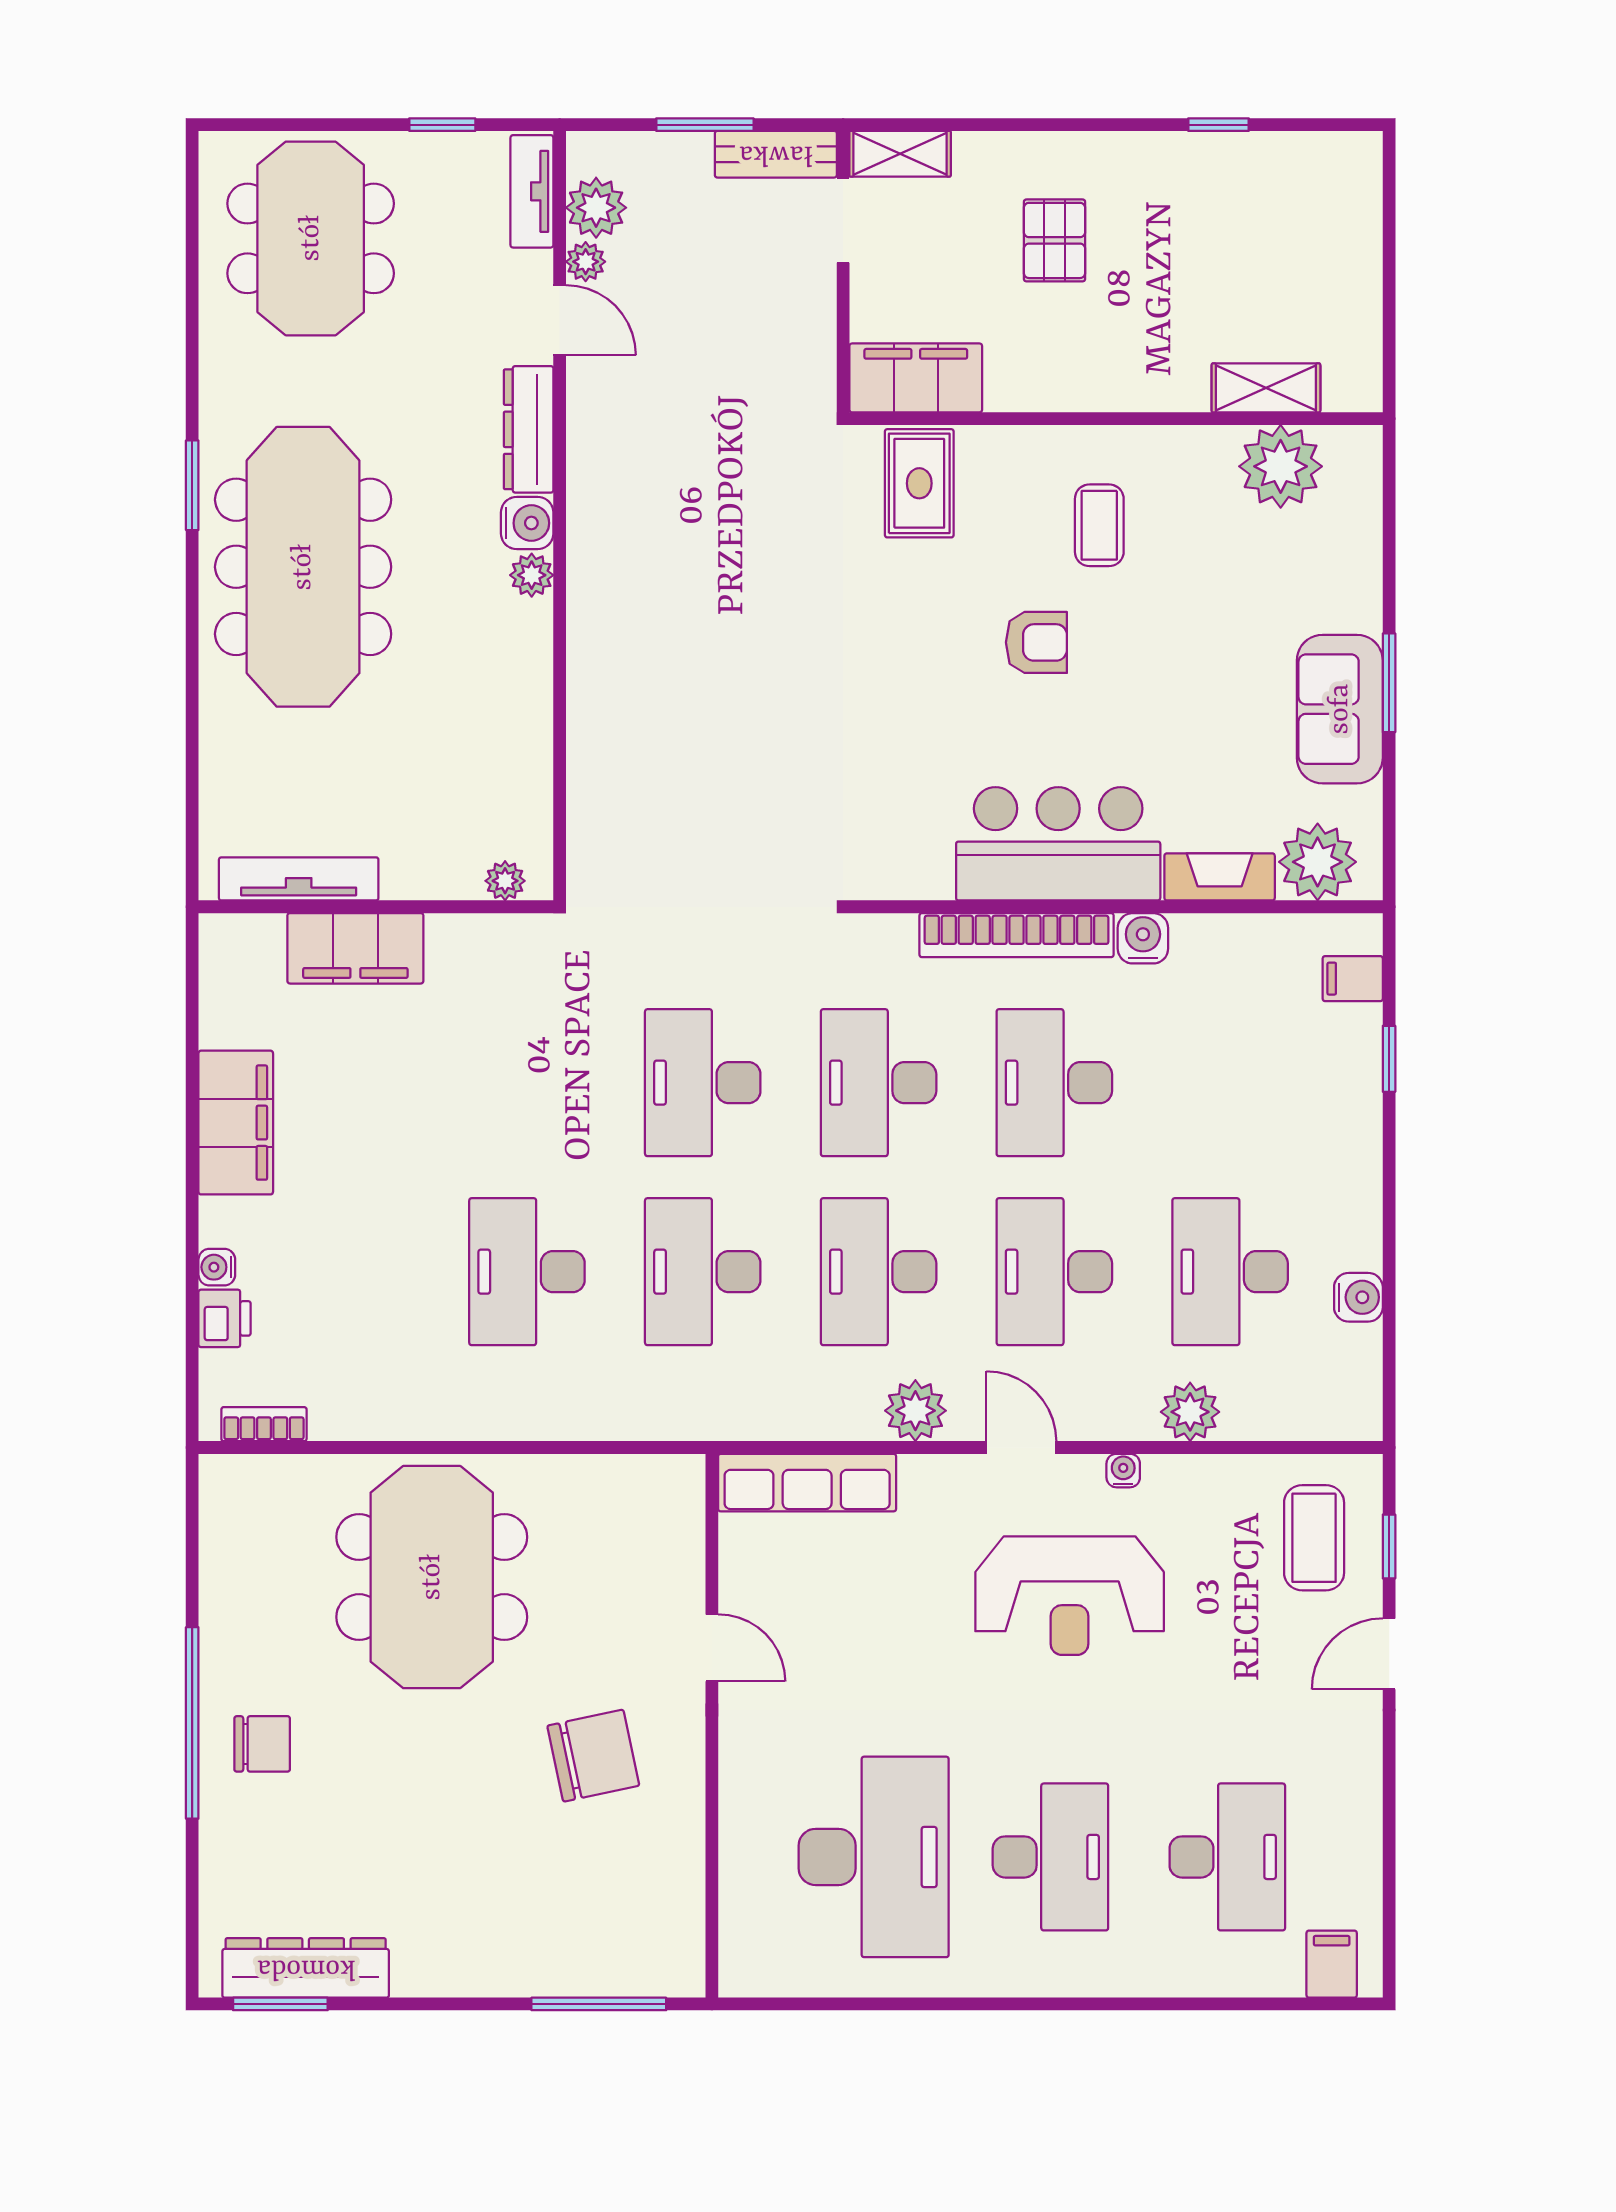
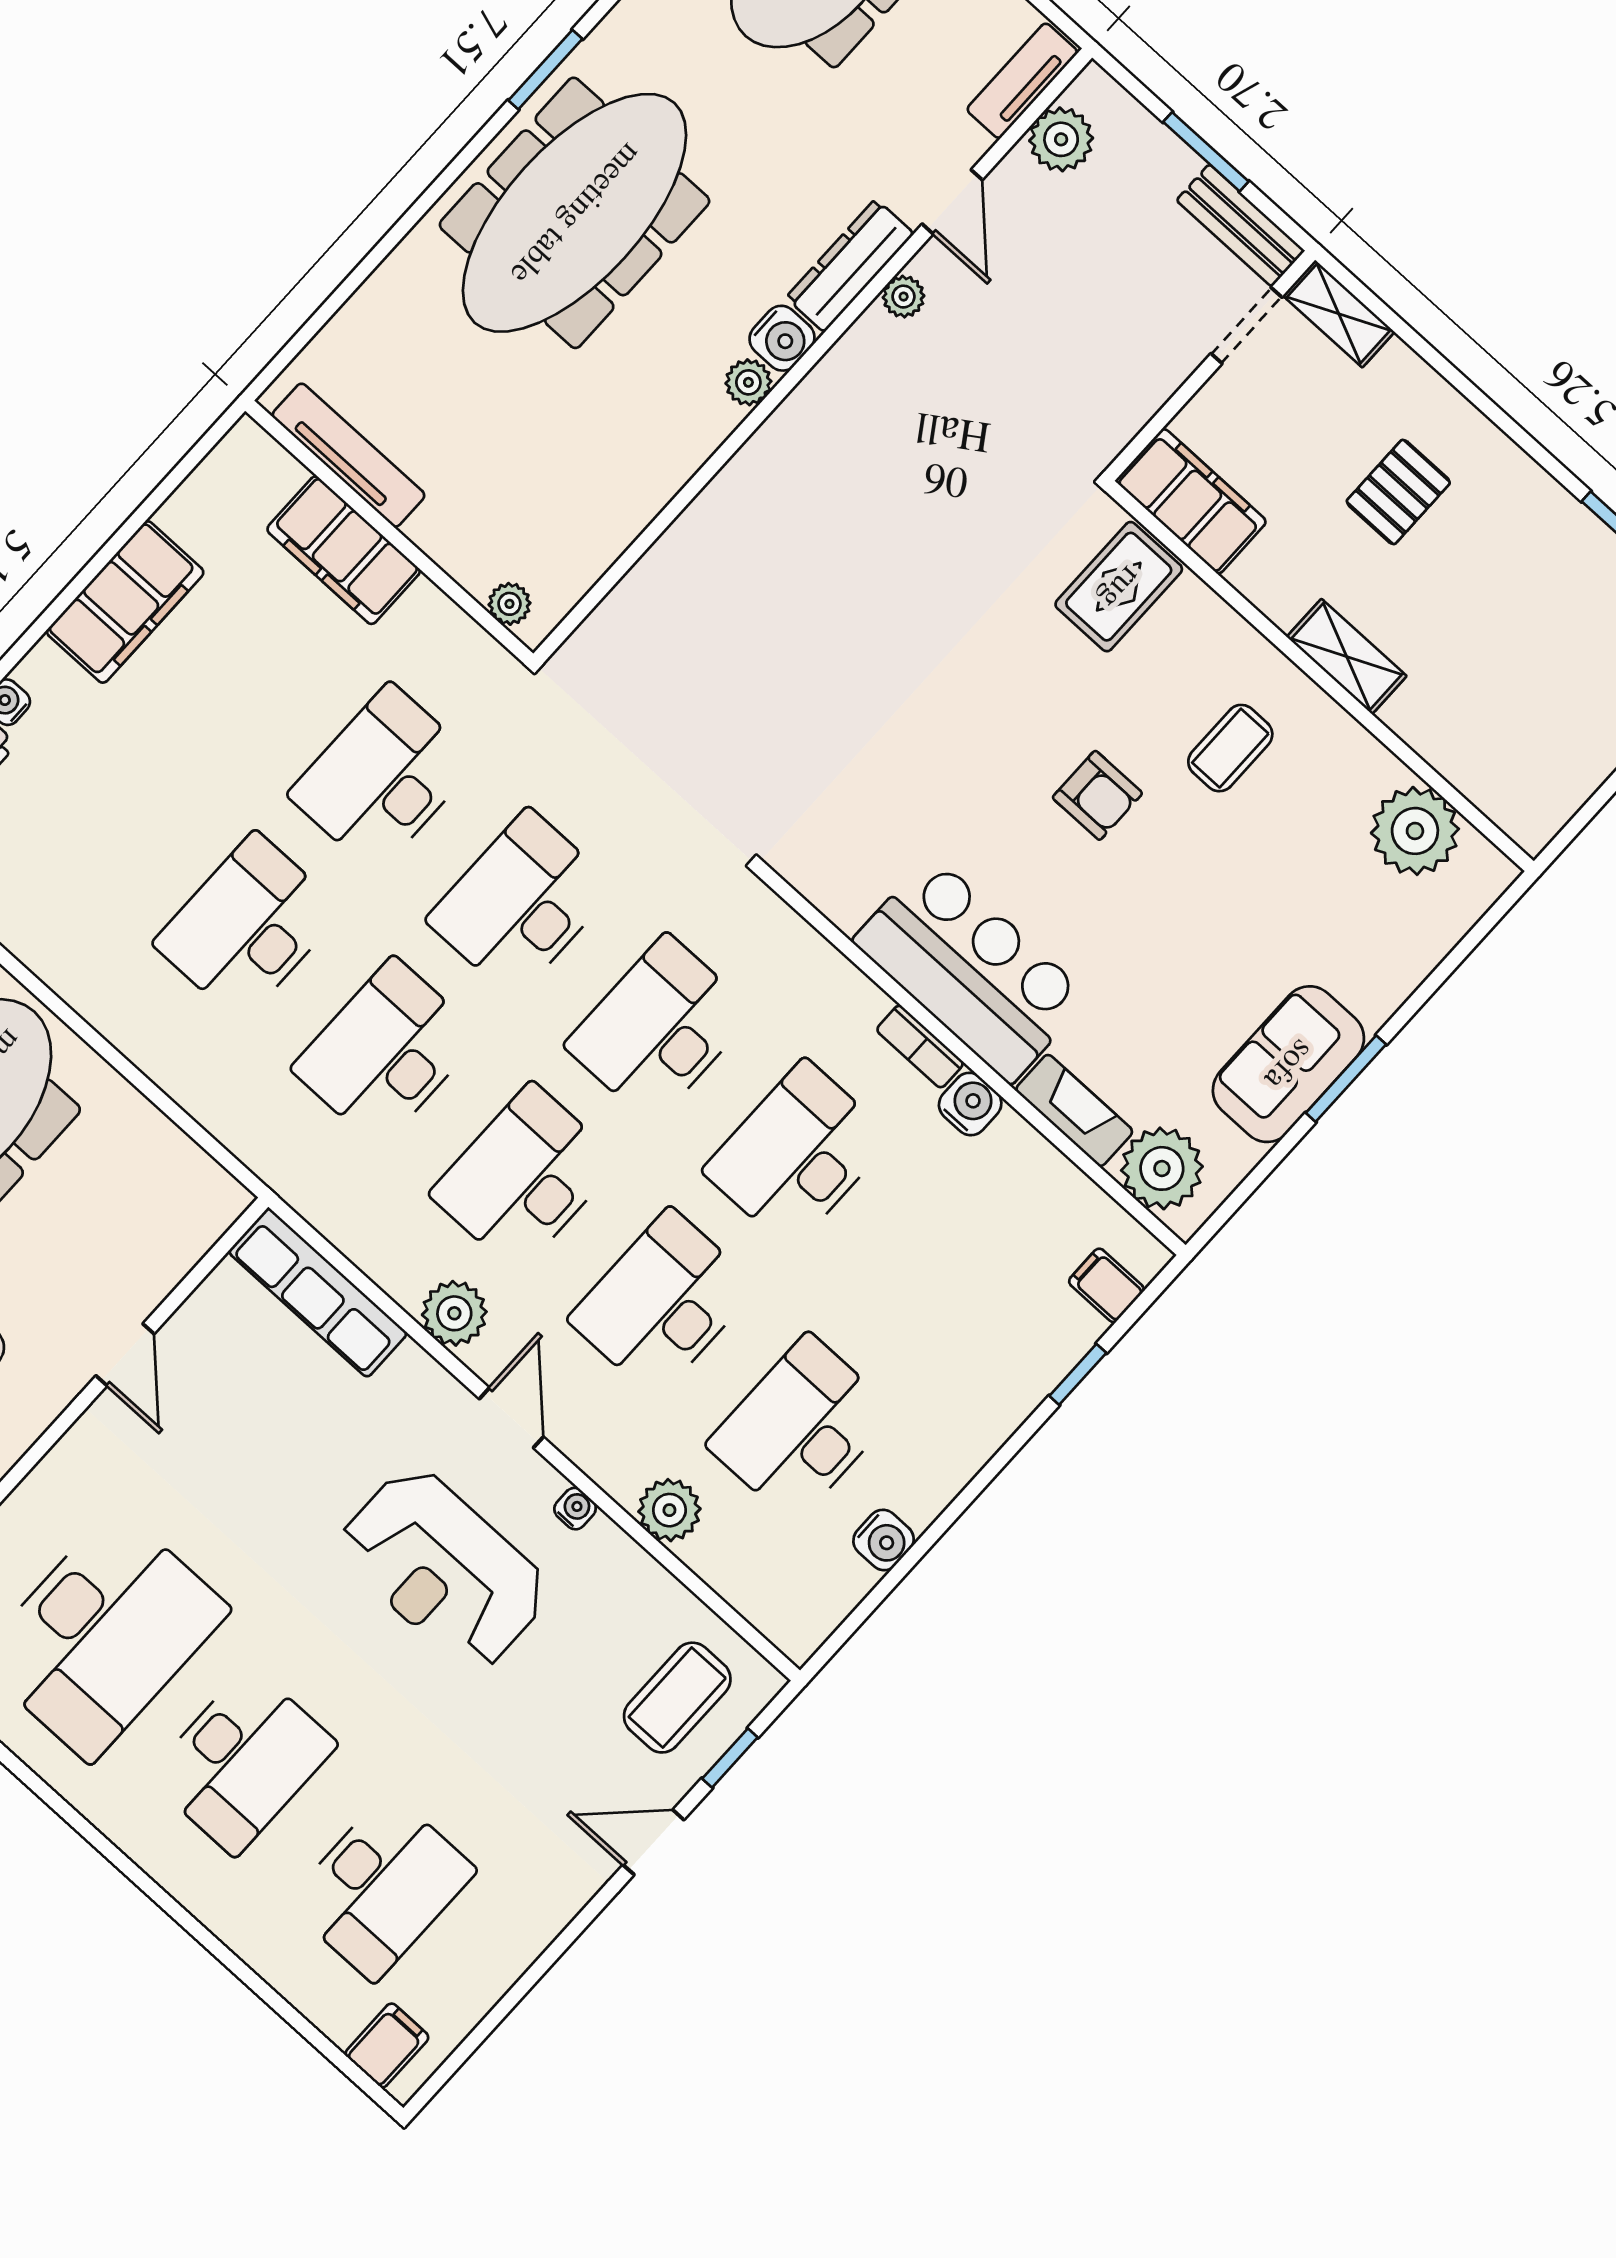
plant: (586, 262) -> (904, 297), moved
shelving: (1266, 388) -> (1347, 657), moved
bookcase: (1017, 935) -> (920, 1047), width x0.43, depth x0.76
desk: (527, 1083) -> (383, 778), added

